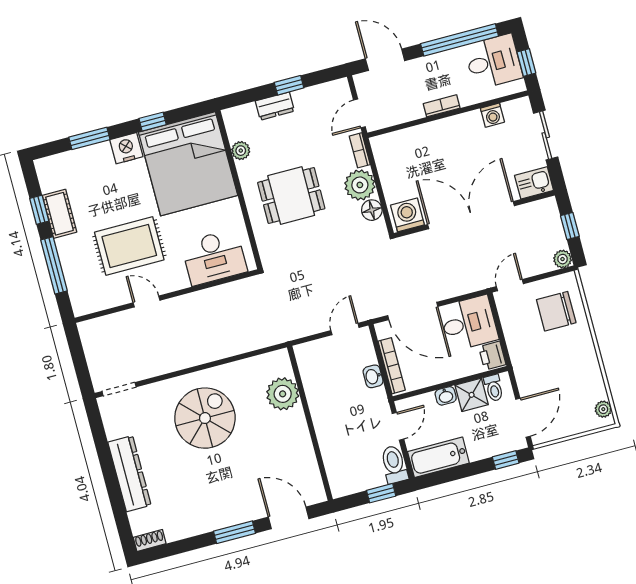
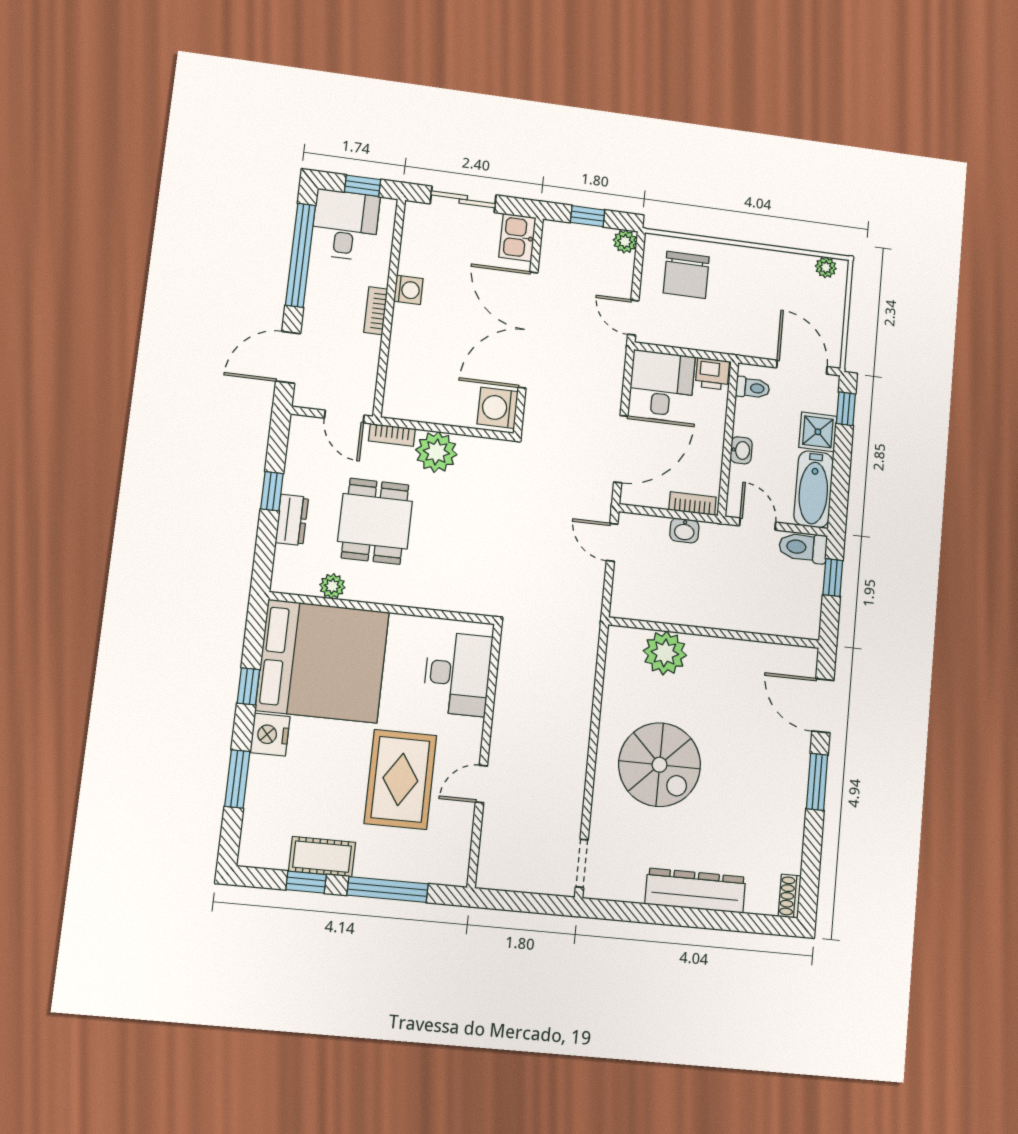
washing machine: (492, 115) -> (408, 290), moved
dining table: (291, 196) -> (375, 521), moved
floor lamp: (372, 210) -> (474, 450), removed
bookcase: (392, 366) -> (692, 504), width x0.64
shower: (472, 395) -> (818, 432), moved
spiral stairs: (205, 418) -> (660, 765), turned 180
door: (289, 518) -> (823, 706), hinge flipped

